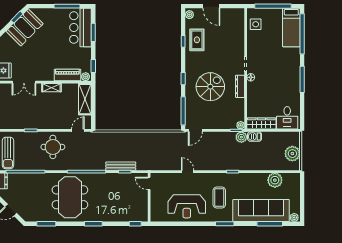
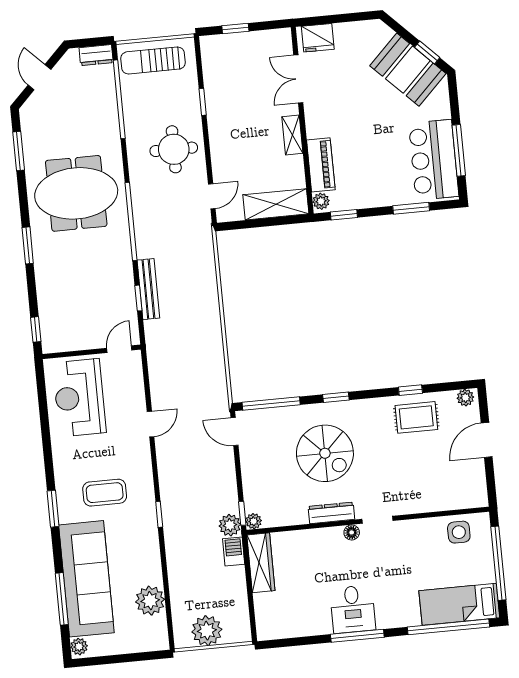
bar counter: (80, 28) -> (434, 160), moved, turned -90
desk: (287, 118) -> (353, 609), moved, turned -90
door: (78, 130) -> (212, 196), hinge flipped
reception desk: (187, 206) -> (79, 398), moved

